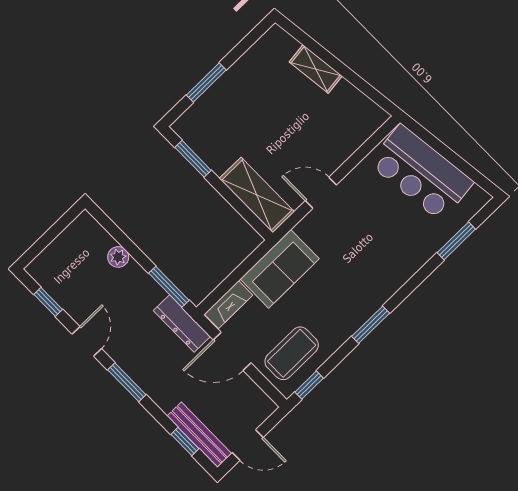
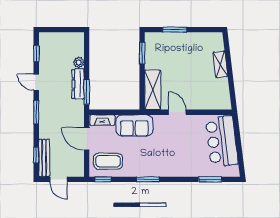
dresser: (182, 323) -> (78, 84), moved
door: (87, 341) -> (36, 82), swing flipped

